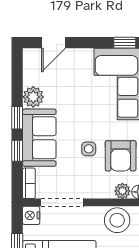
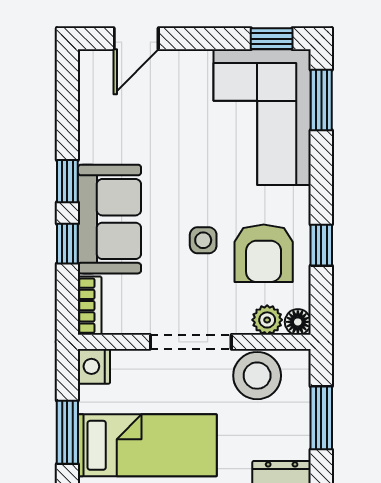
plant: (33, 97) -> (98, 142), removed
doorway: (62, 202) -> (191, 342), moved

